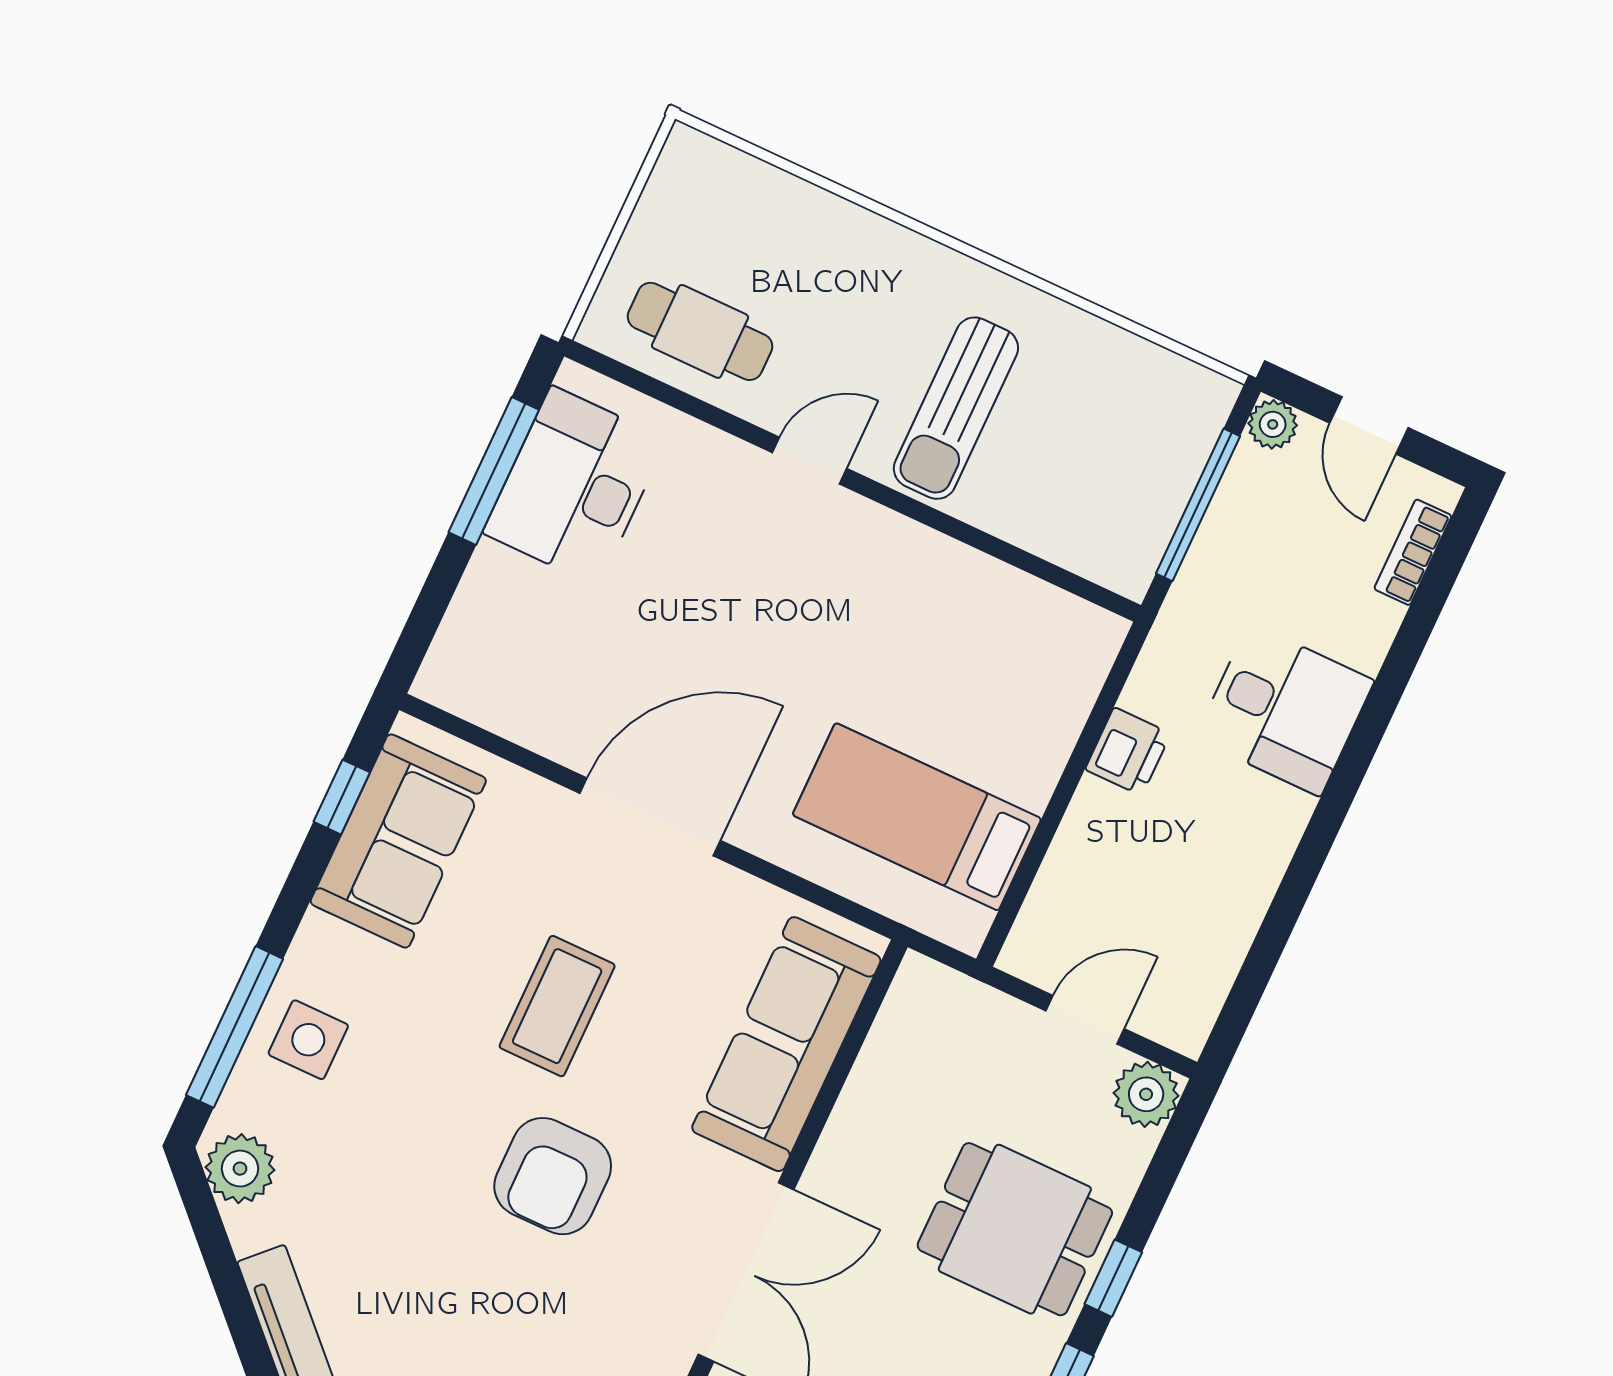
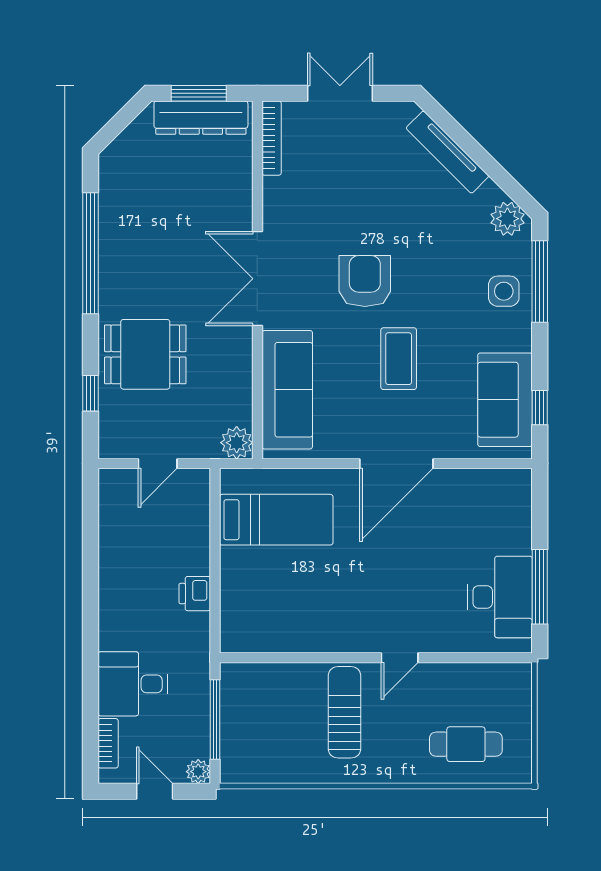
cafe table: (700, 331) -> (466, 744), moved
desk: (1285, 709) -> (133, 684), moved
plant: (1146, 1094) -> (237, 443), moved
window: (1113, 1278) -> (91, 393), moved

